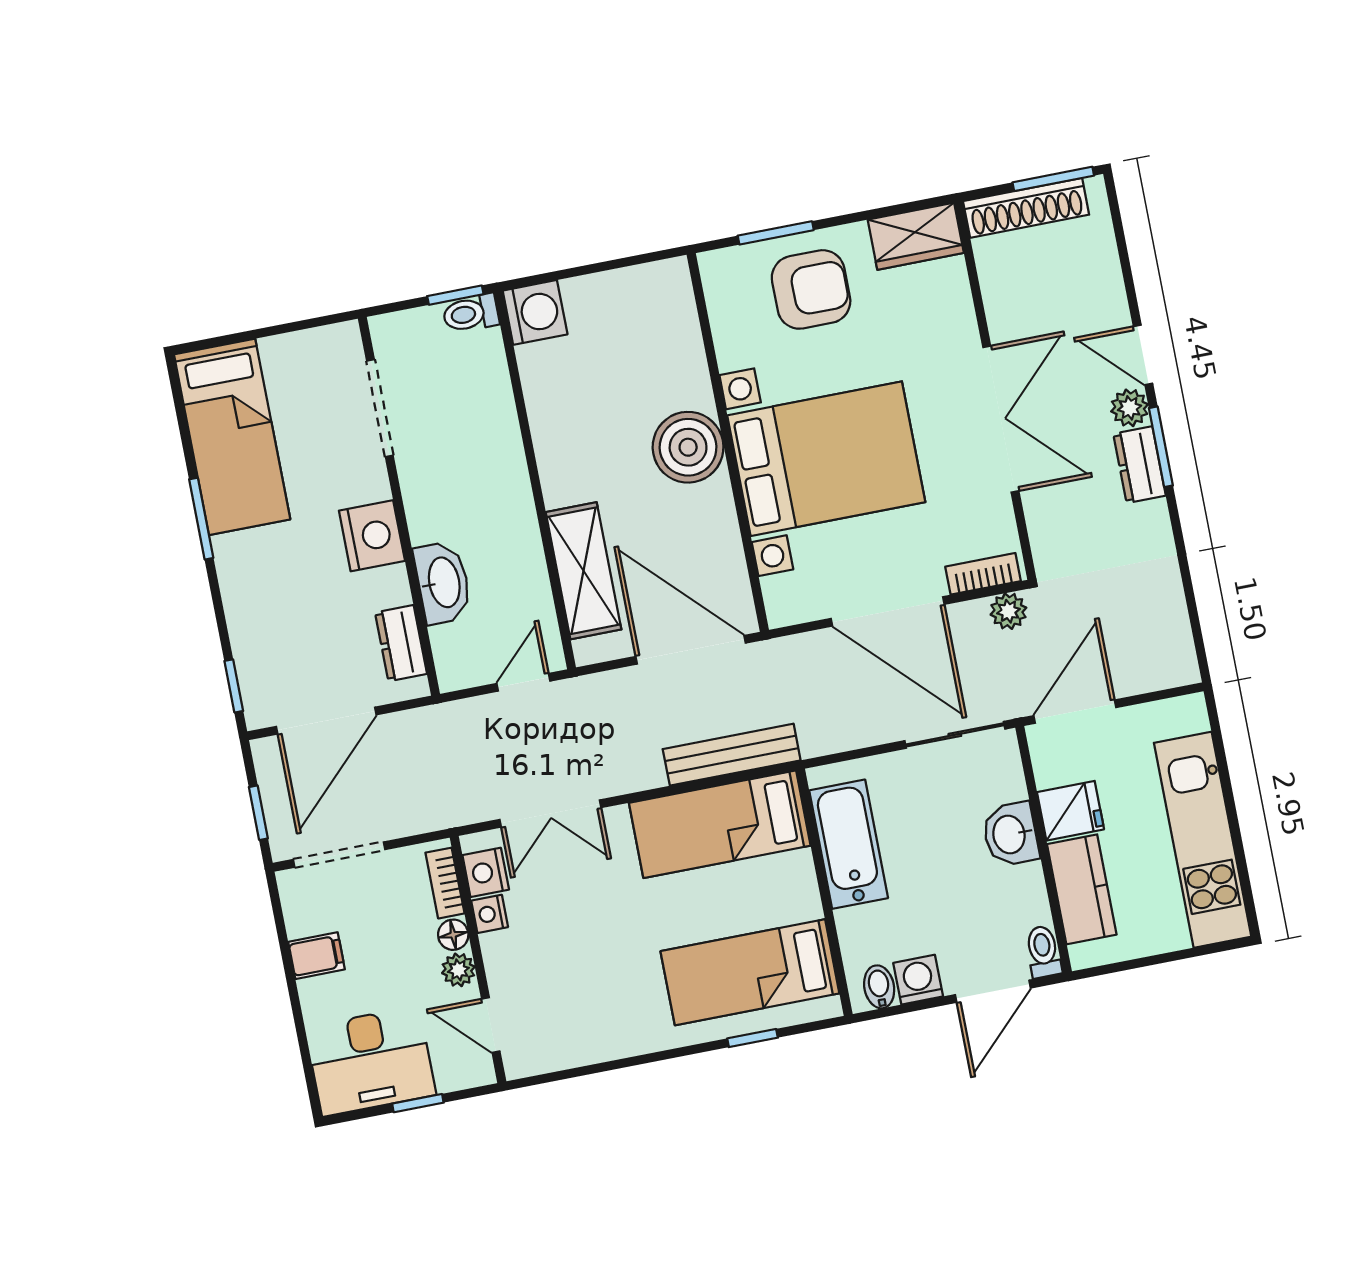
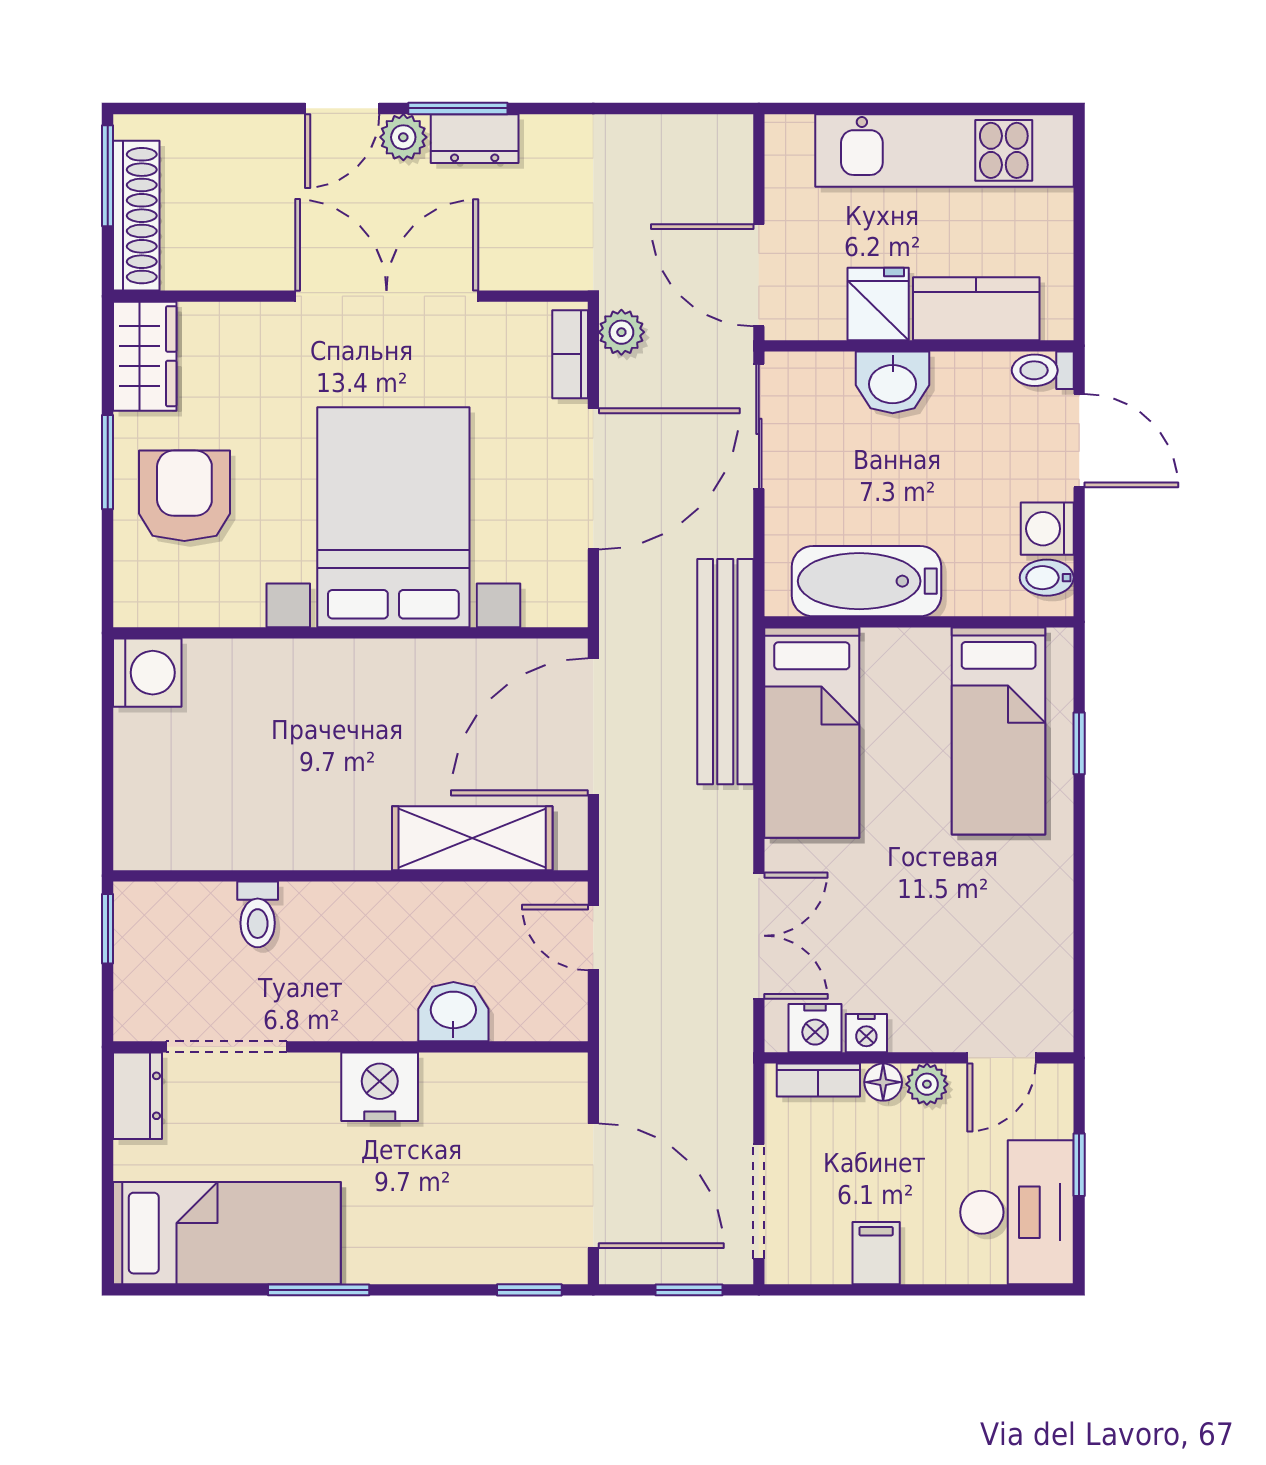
window: (776, 233) -> (108, 462), moved
washing machine: (535, 312) -> (147, 673), moved, turned 90
toilet: (471, 313) -> (258, 914), moved
boiler: (688, 447) -> (347, 682), removed
washbasin: (443, 583) -> (453, 1012), width x0.72
dresser: (401, 643) -> (137, 1096), moved, turned -90
bench: (732, 755) -> (725, 672), width x1.37, depth x1.21

